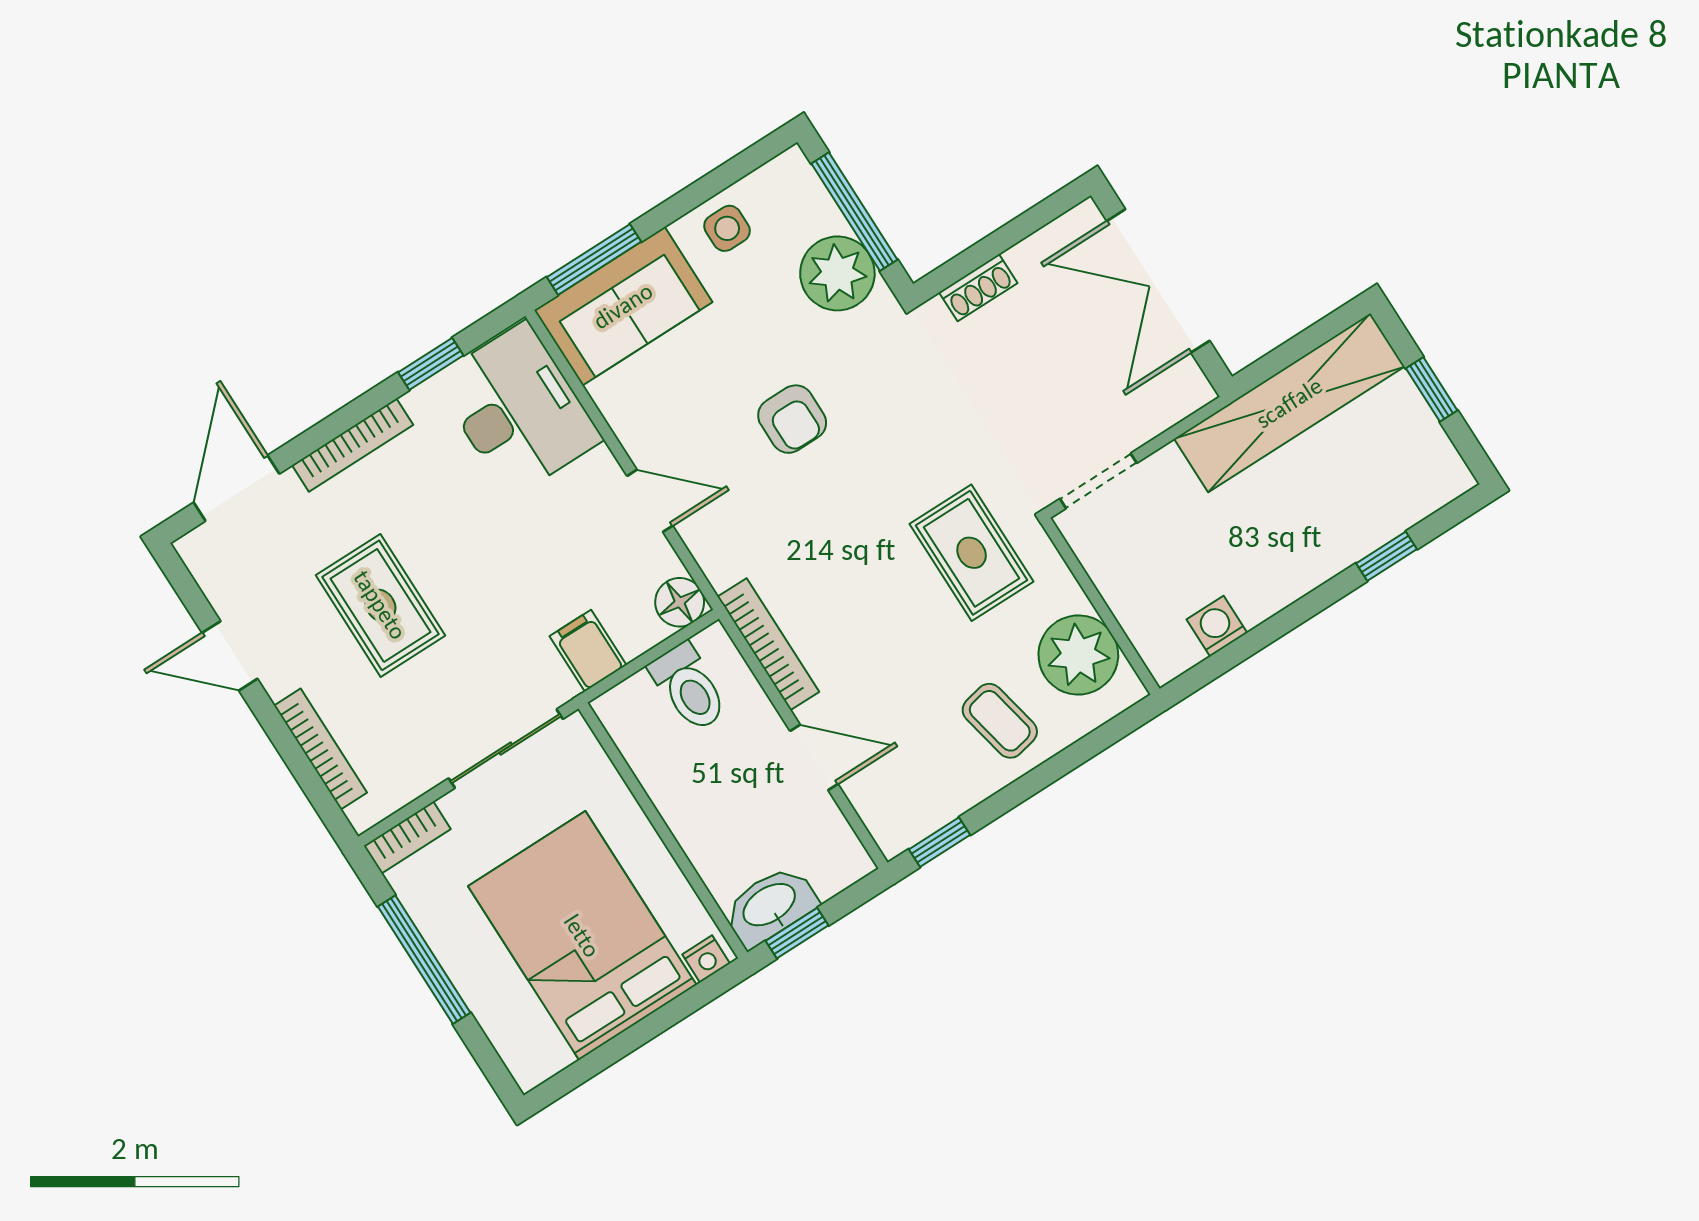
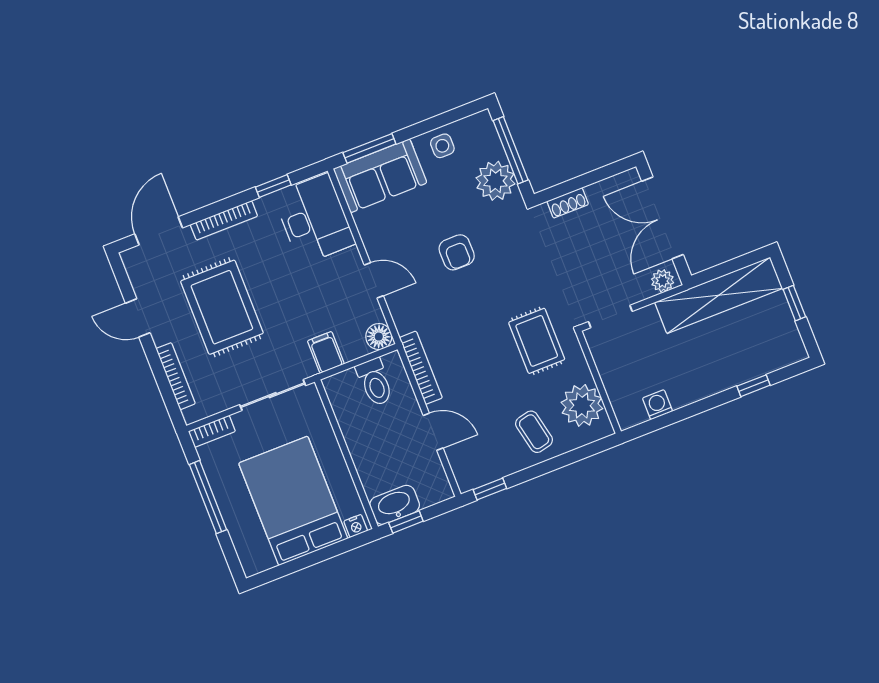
plant: (1181, 396) -> (663, 281), added
rug: (380, 605) -> (222, 307), width x1.36, depth x1.43

